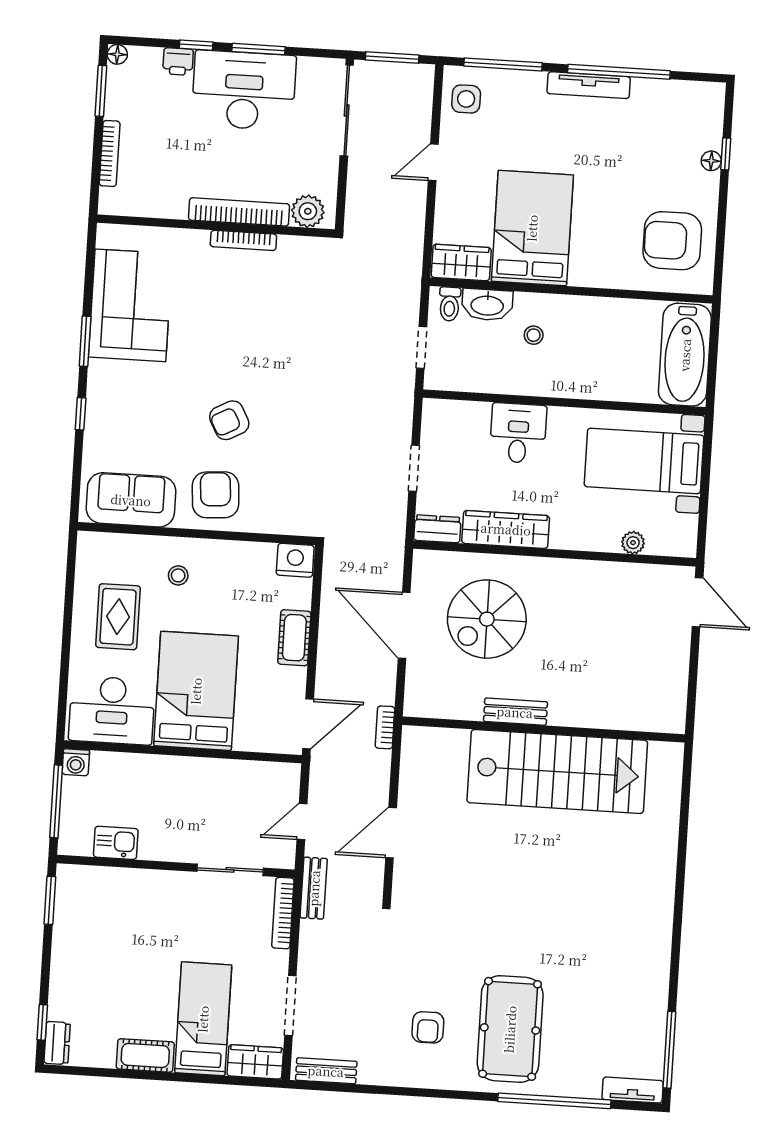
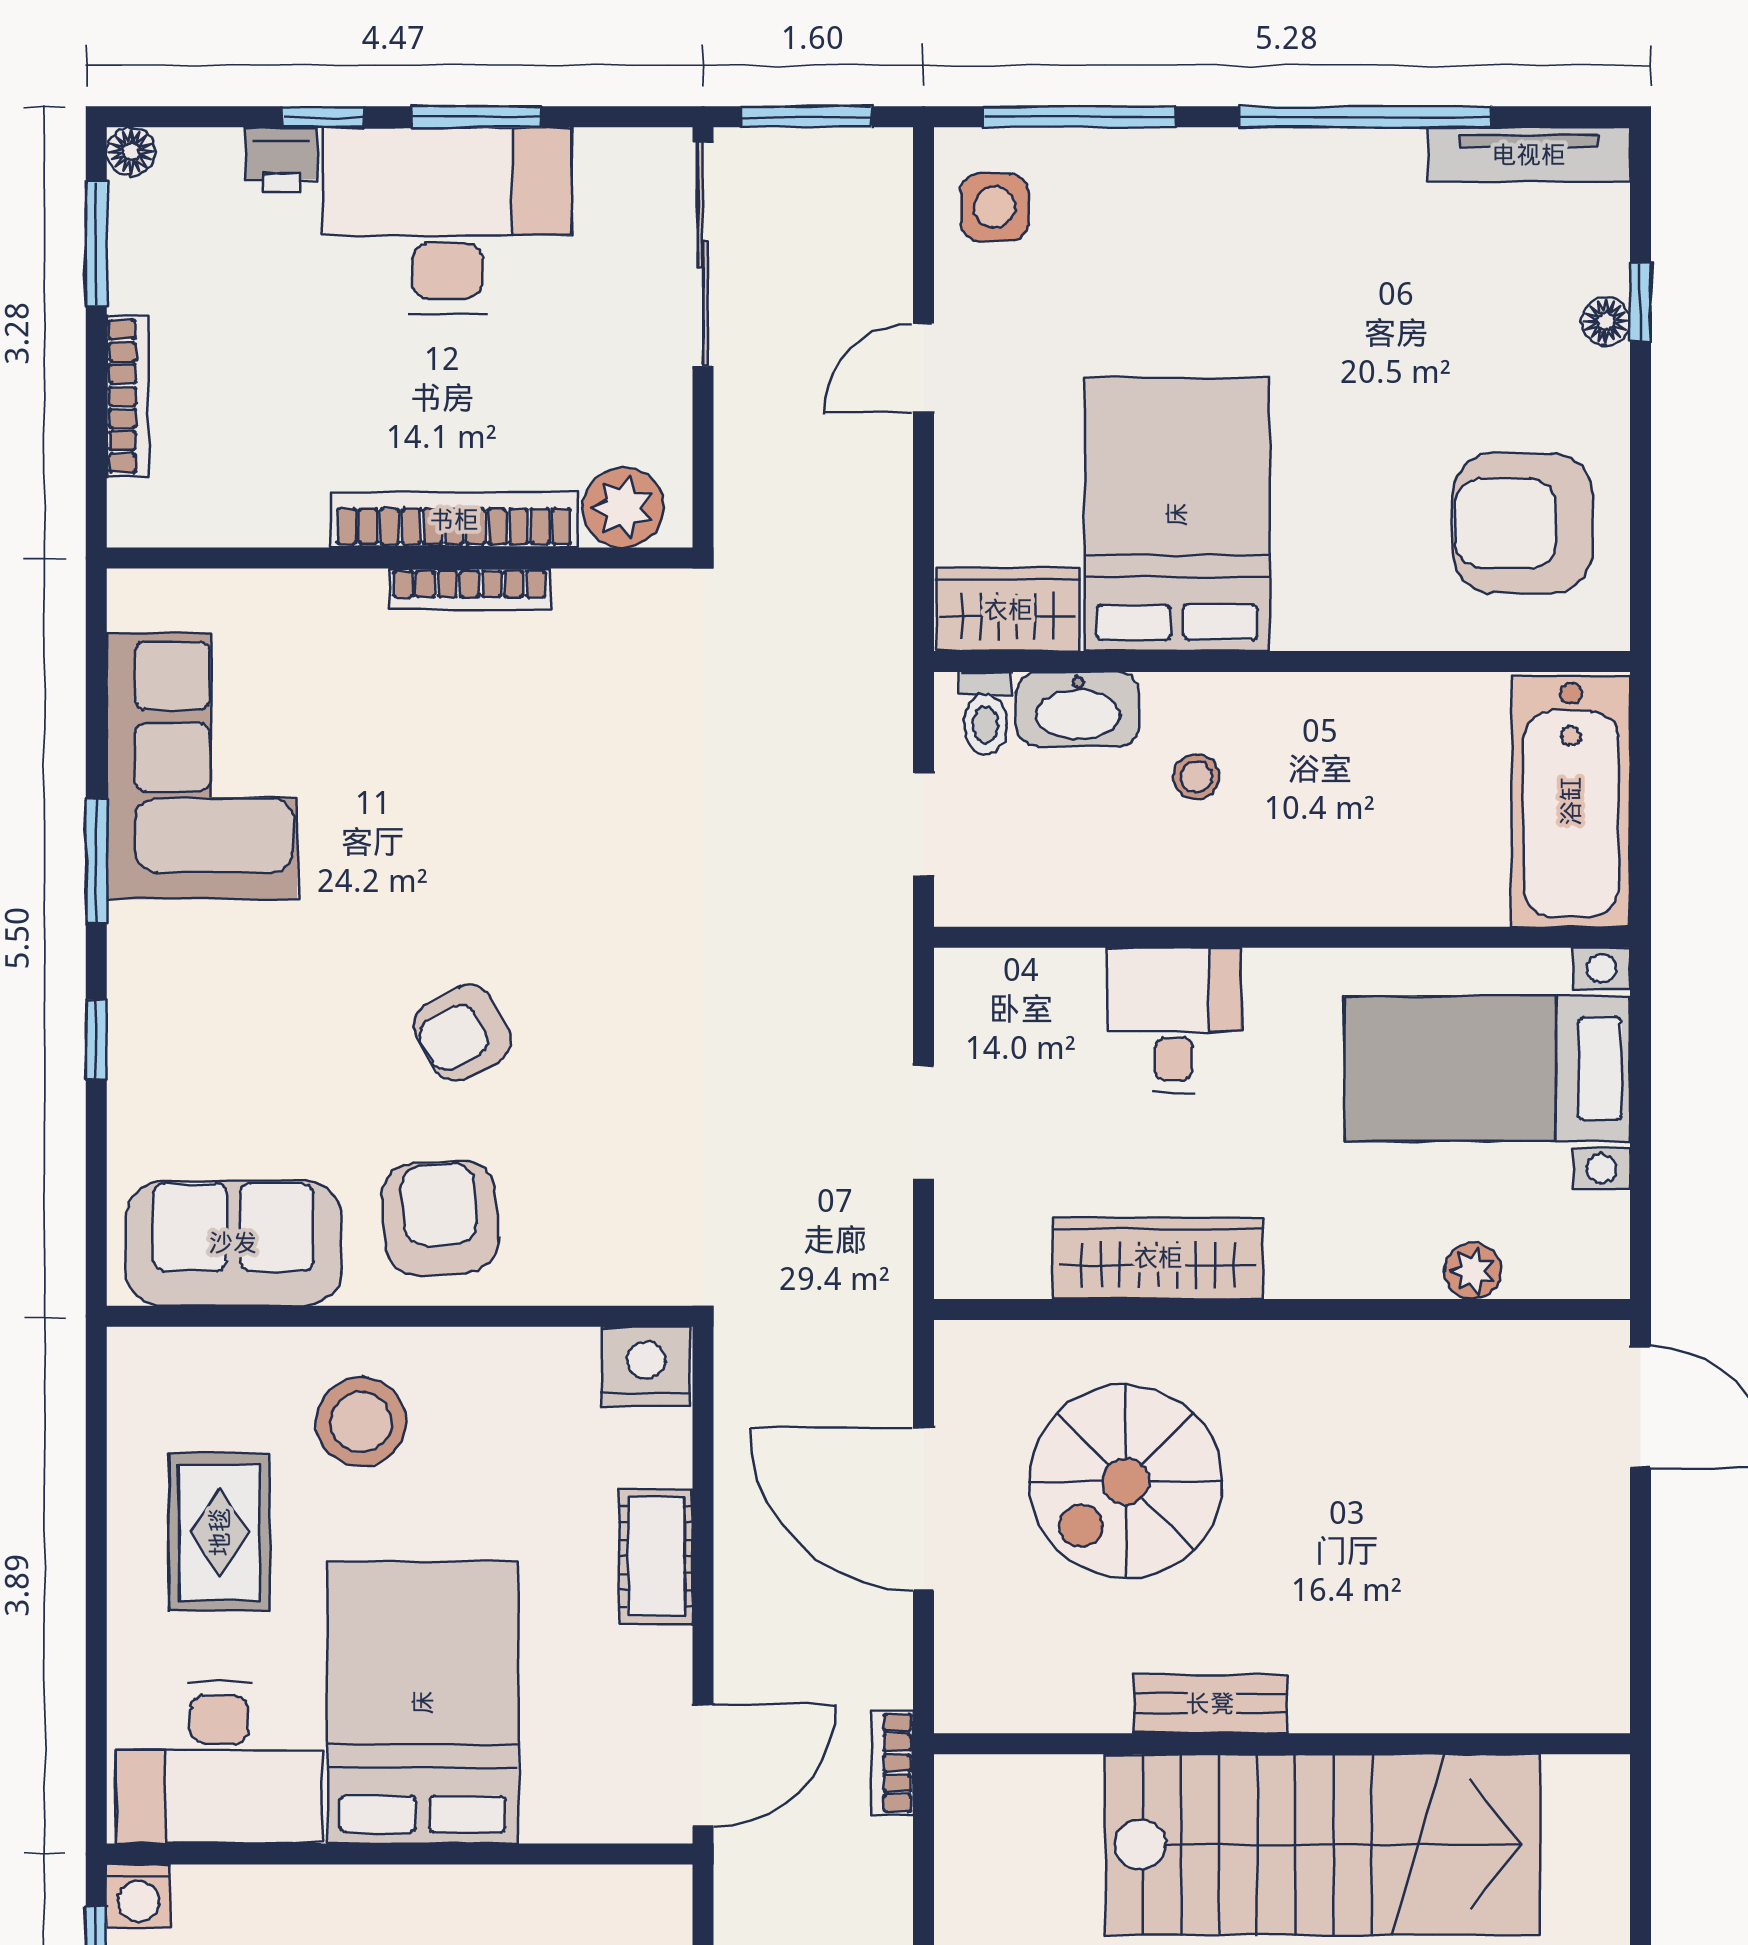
tv unit: (589, 85) -> (1529, 155), moved
dresser: (437, 529) -> (990, 1267), removed
stool: (178, 575) -> (361, 1422), width x1.89, depth x1.89

